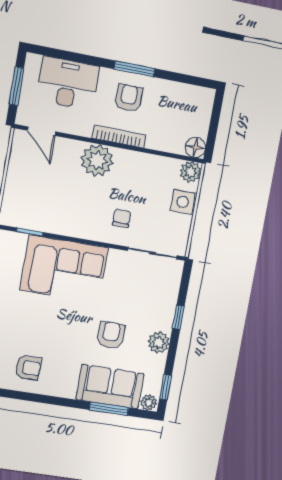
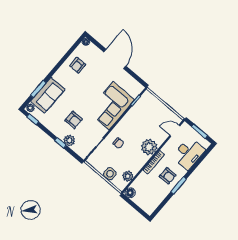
plant: (191, 172) -> (128, 176), moved
armchair: (111, 335) -> (74, 120), moved
plant: (159, 343) -> (69, 140), moved

